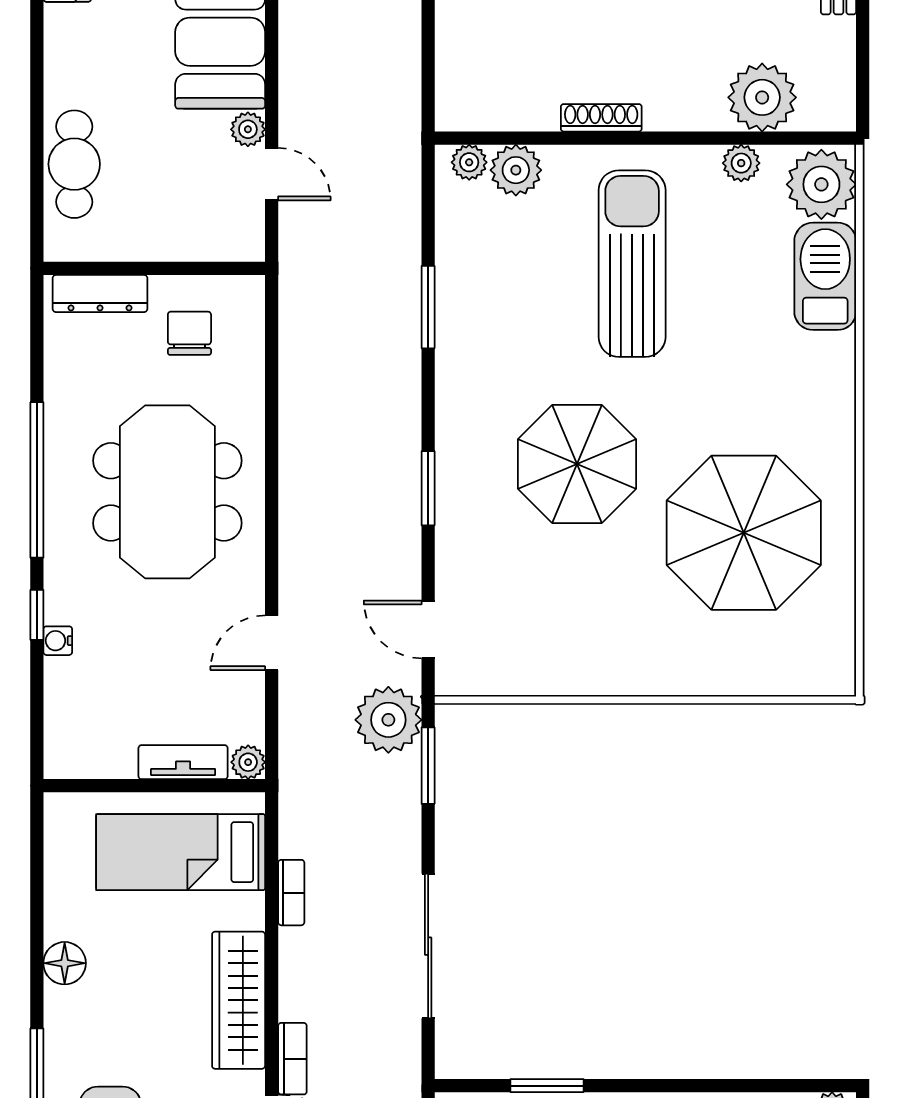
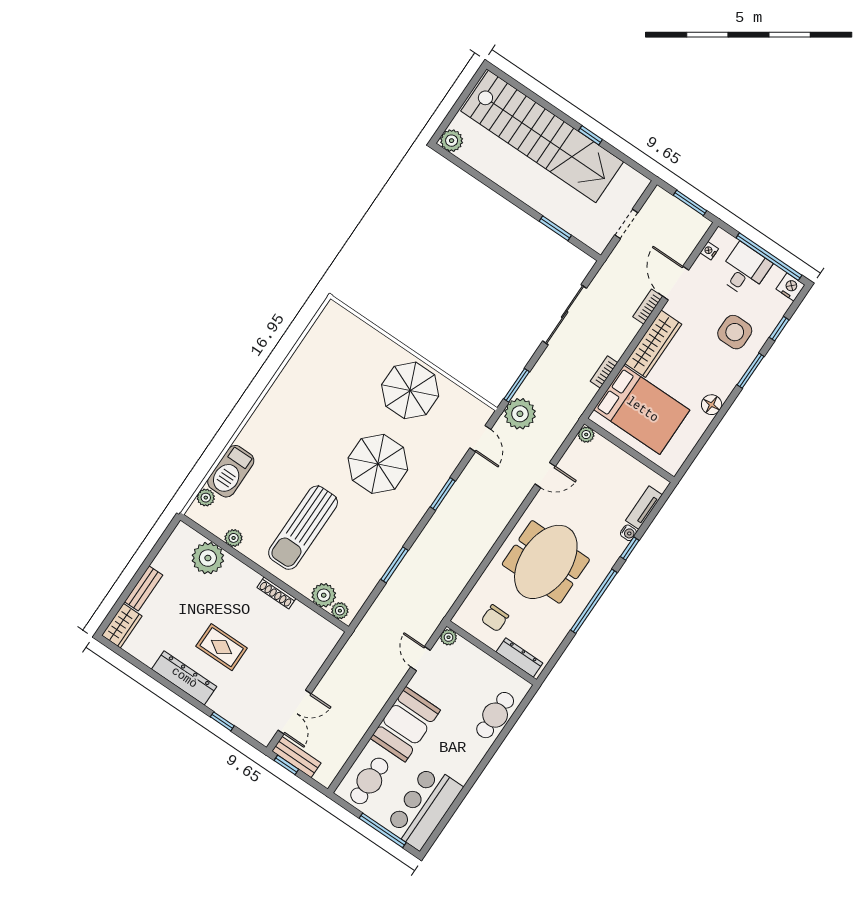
plant: (248, 129) -> (449, 637), moved
plant: (821, 184) -> (206, 498), width x0.53, depth x0.53
parasol: (744, 533) -> (410, 390), moved, width x0.73, depth x0.73
tv unit: (183, 762) -> (644, 508), moved, turned 90
bed: (181, 852) -> (642, 410), width x1.50

